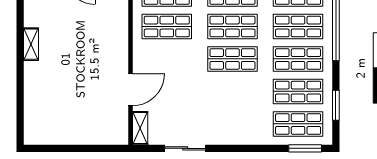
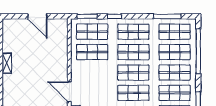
door: (131, 90) -> (69, 92), swing flipped
shop shelf: (232, 91) -> (133, 93), added

